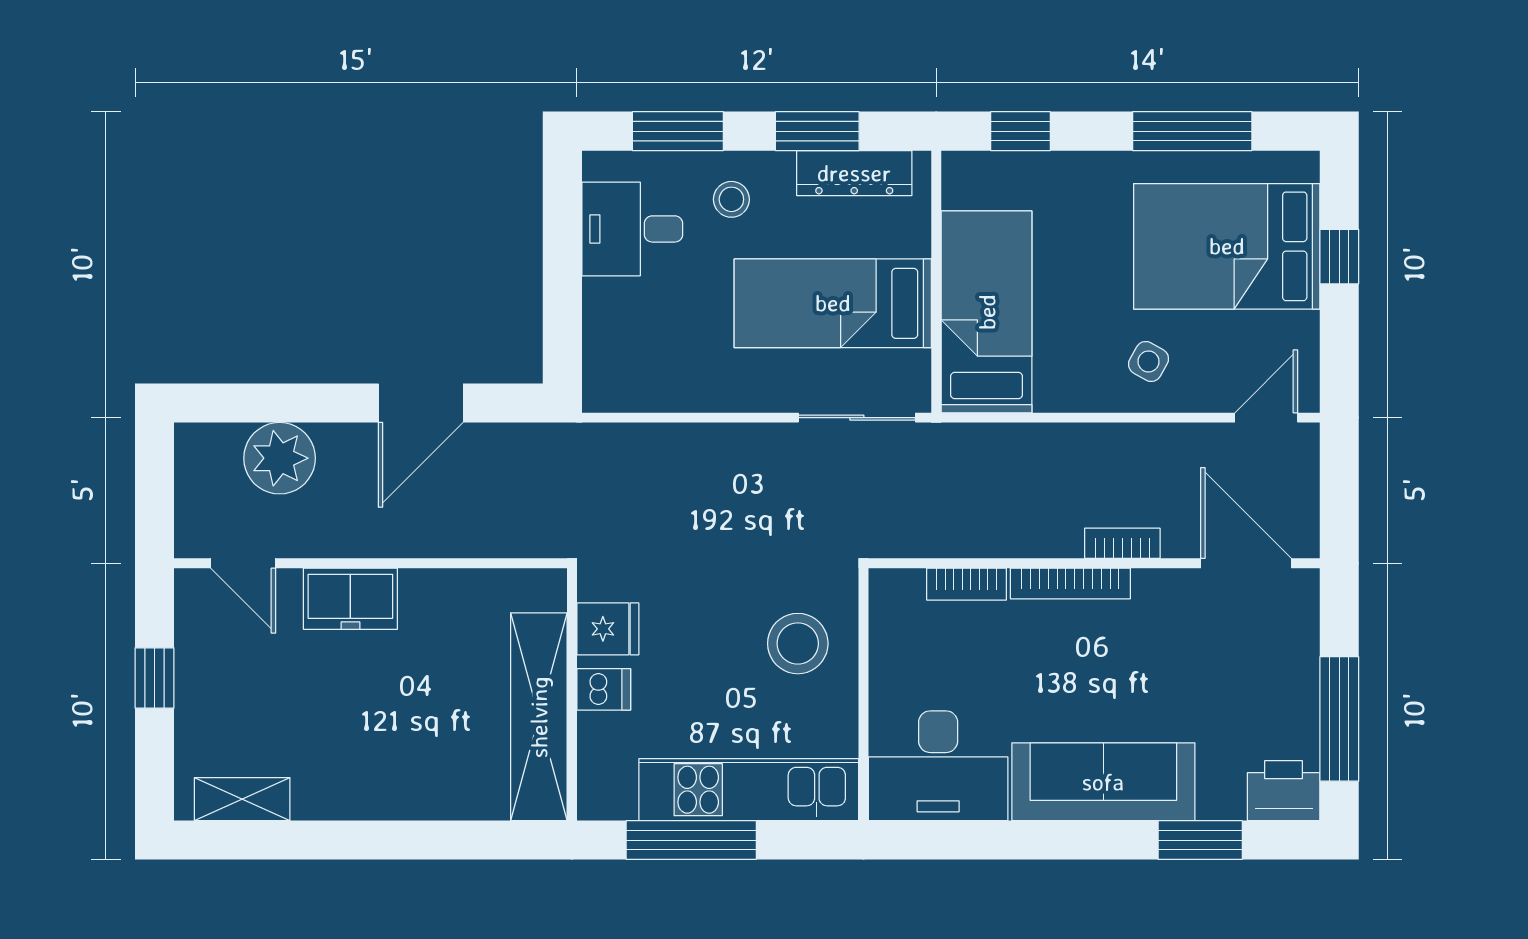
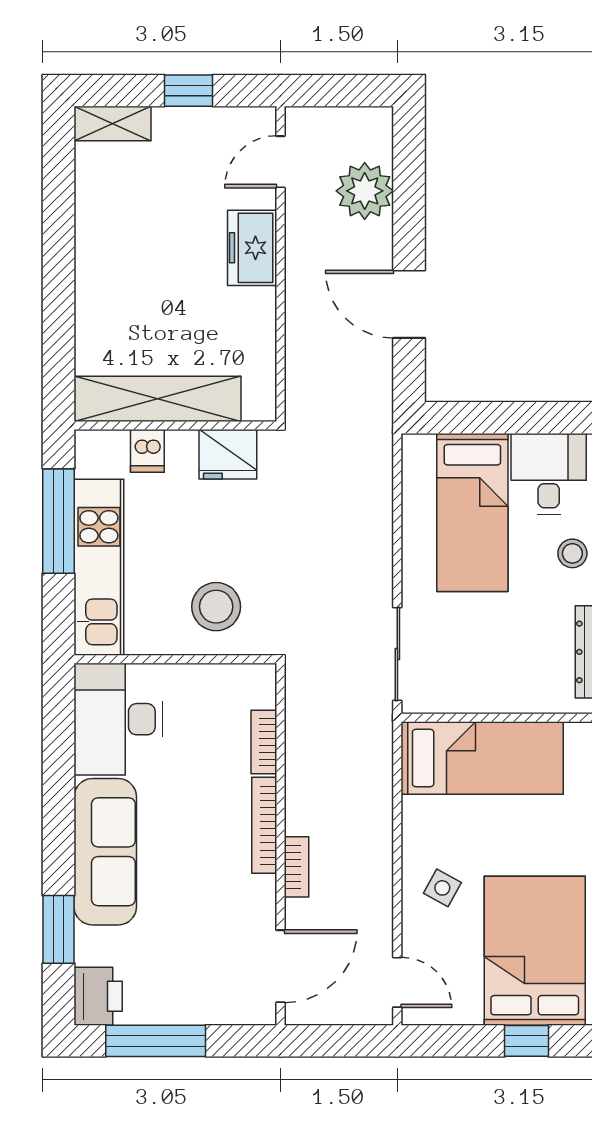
bed: (833, 303) -> (472, 512), moved, turned 180
fridge: (608, 629) -> (228, 454), width x1.38
dishwasher: (604, 689) -> (147, 451), moved
shelving: (242, 799) -> (112, 124), moved, turned 90

